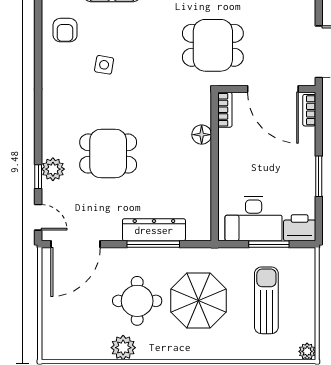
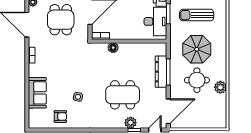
dining table: (213, 45) -> (61, 20), moved
dining table: (108, 154) -> (123, 95), width x1.37
door: (76, 244) -> (168, 111), hinge flipped

